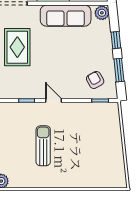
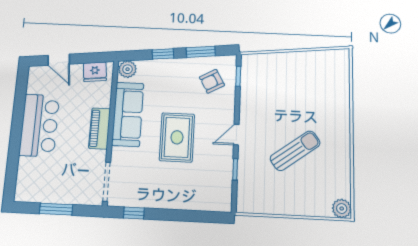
rug: (17, 47) -> (177, 137), moved, turned 90
sun lounger: (43, 146) -> (295, 151), turned 144

